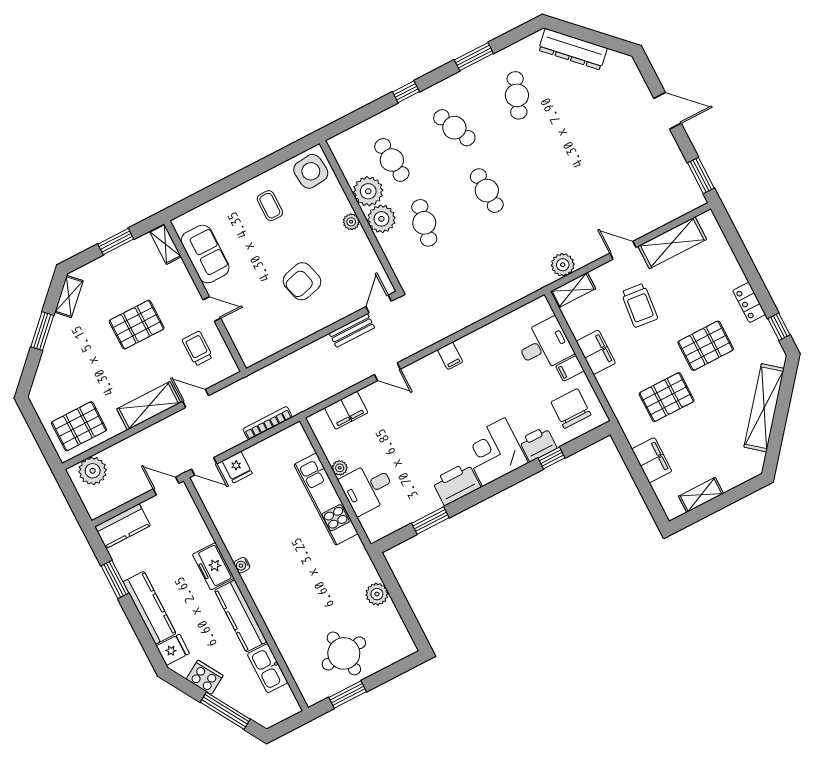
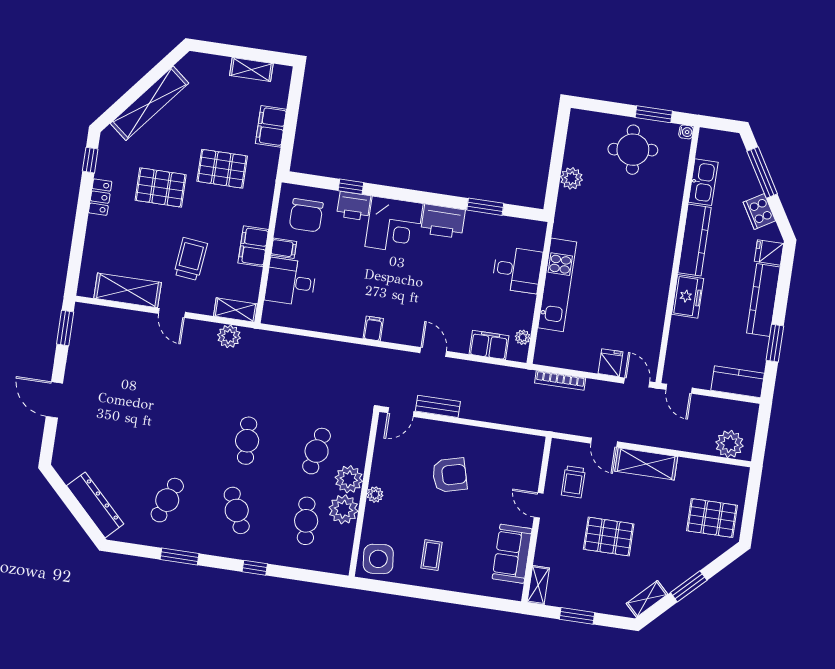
pallet: (79, 426) -> (712, 518), moved
plant: (340, 468) -> (523, 337), moved
water cooler: (242, 565) -> (686, 132), moved

